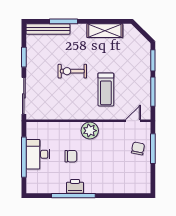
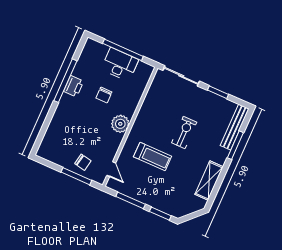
treadmill: (106, 90) -> (153, 157), turned 180

